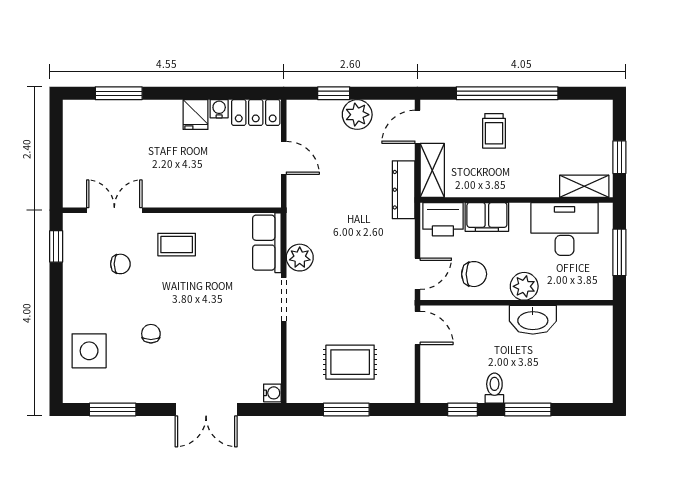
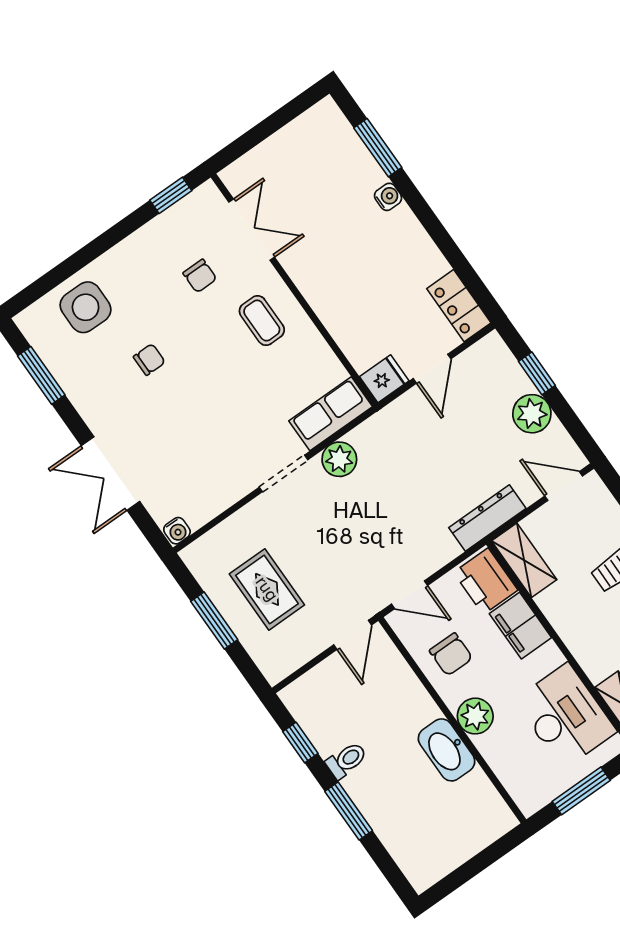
water cooler: (219, 109) -> (388, 197), moved
fridge: (195, 115) -> (384, 379), moved, turned 180
shelving: (432, 170) -> (524, 560), moved, turned 90

